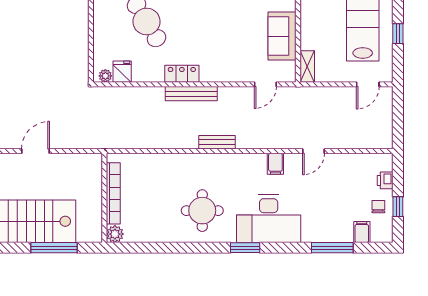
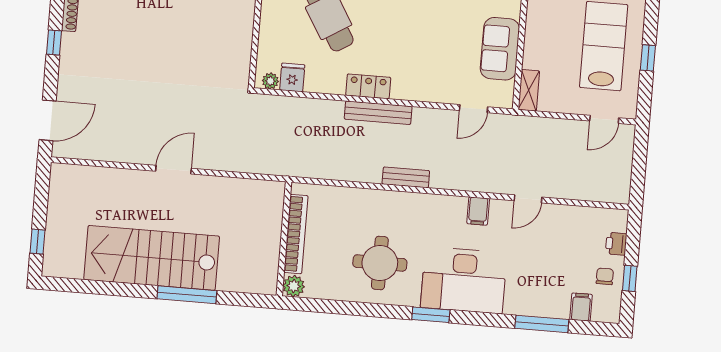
bookcase: (113, 193) -> (296, 234), moved
wall: (104, 198) -> (284, 239), moved
plant: (115, 234) -> (294, 286), moved

